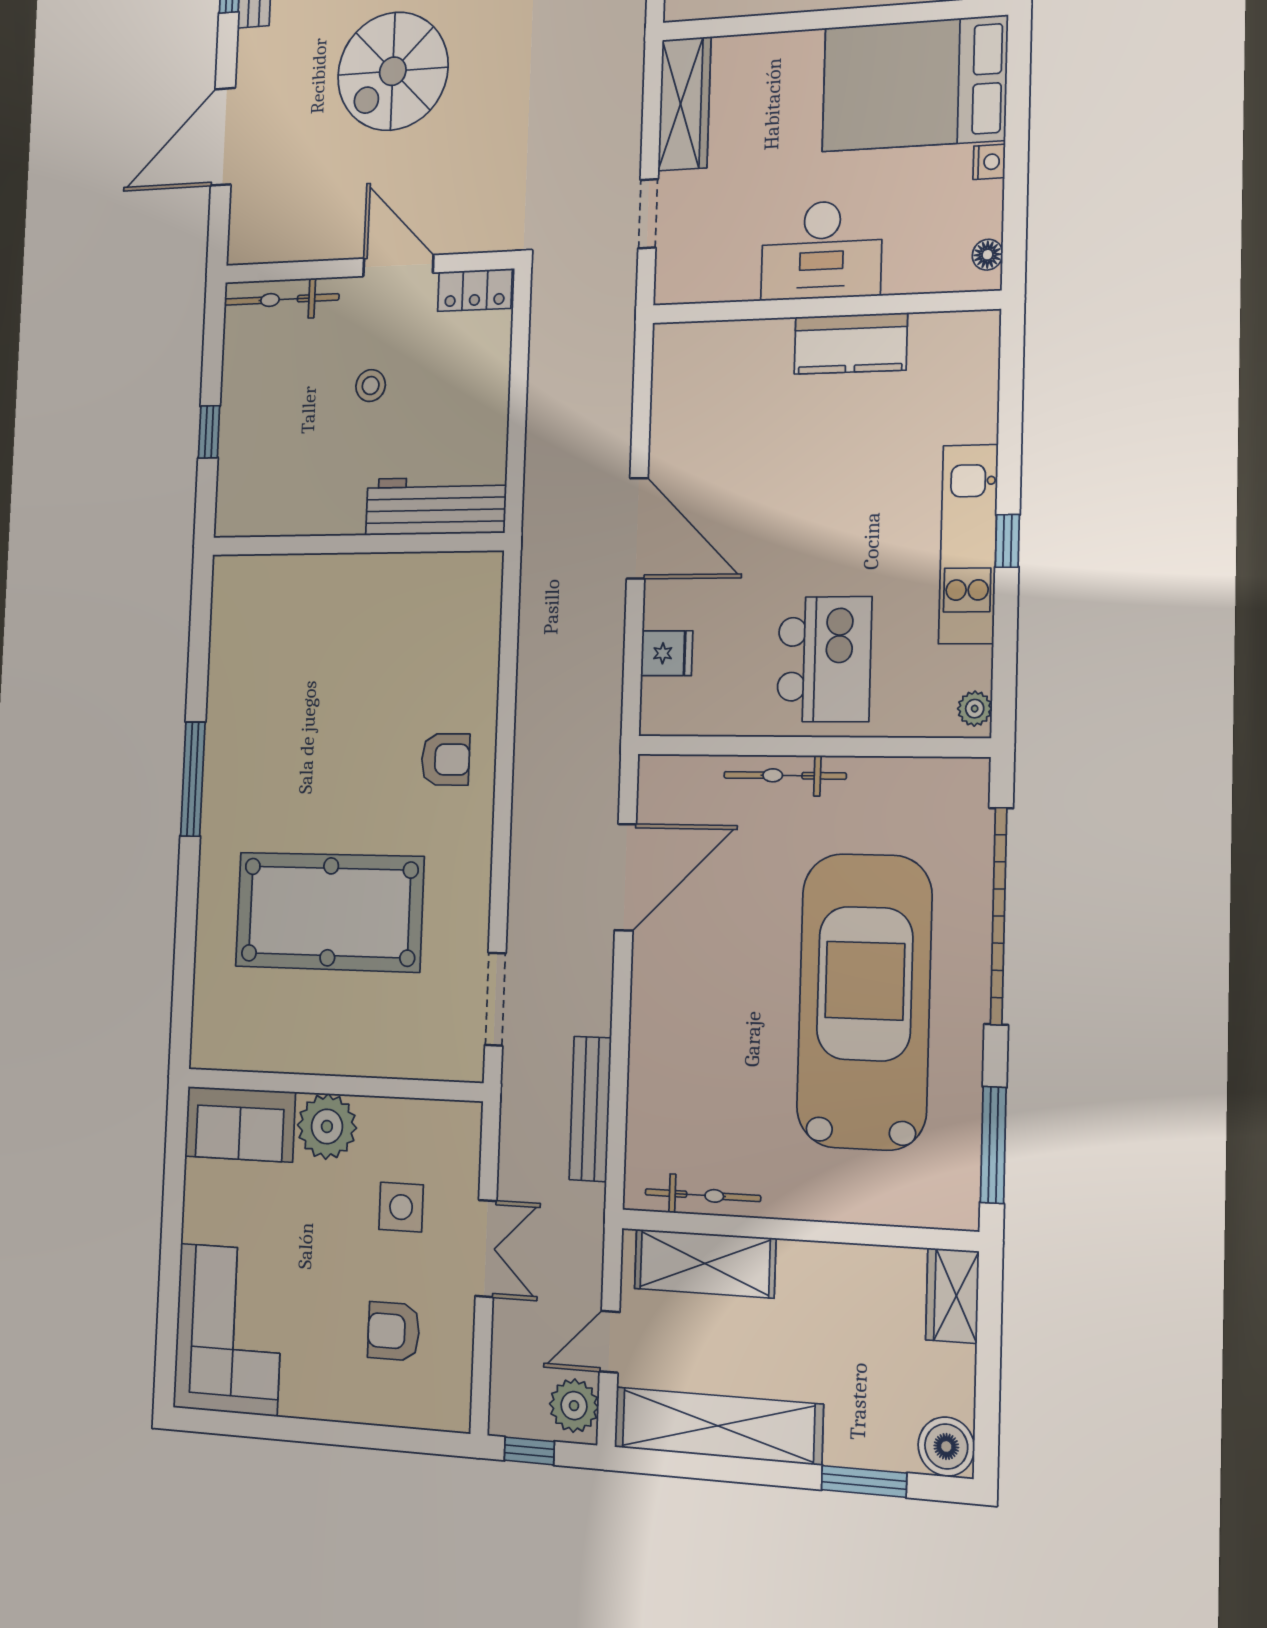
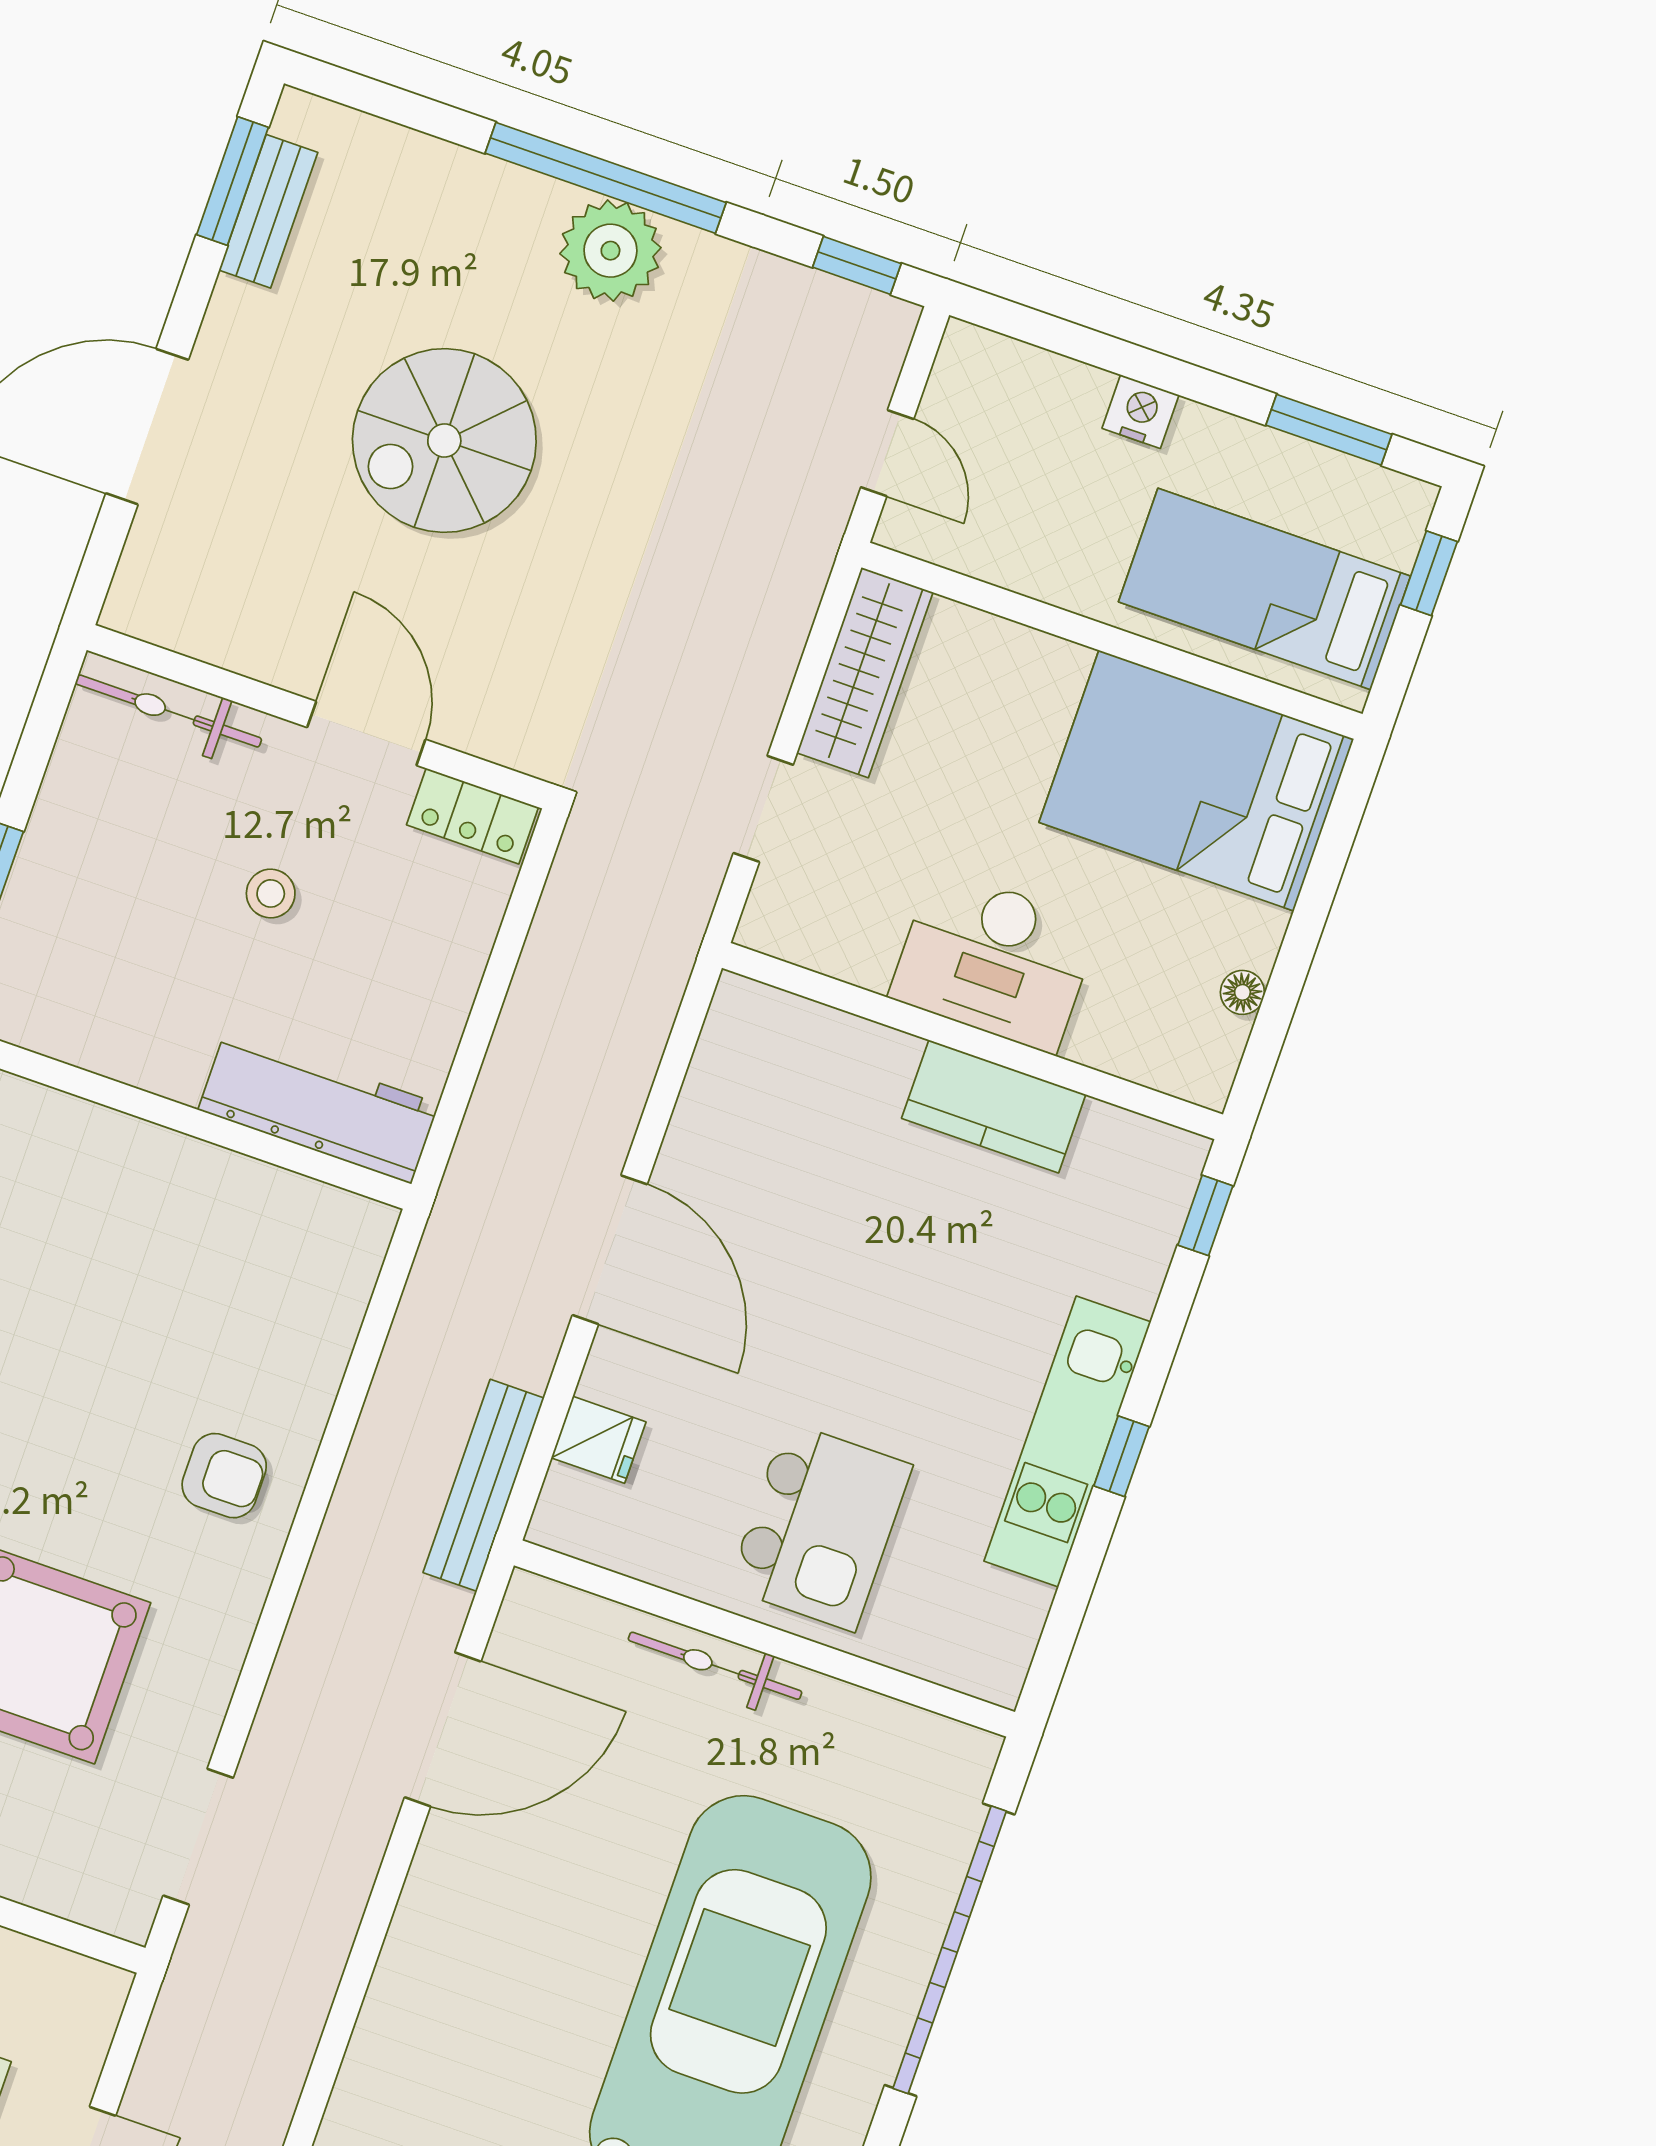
nightstand: (989, 162) -> (1263, 931), removed
floor lamp: (987, 255) -> (1242, 992), moved
window: (1012, 361) -> (1205, 1215), added
plant: (975, 709) -> (1005, 1665), removed
bench: (590, 1109) -> (484, 1485), moved

